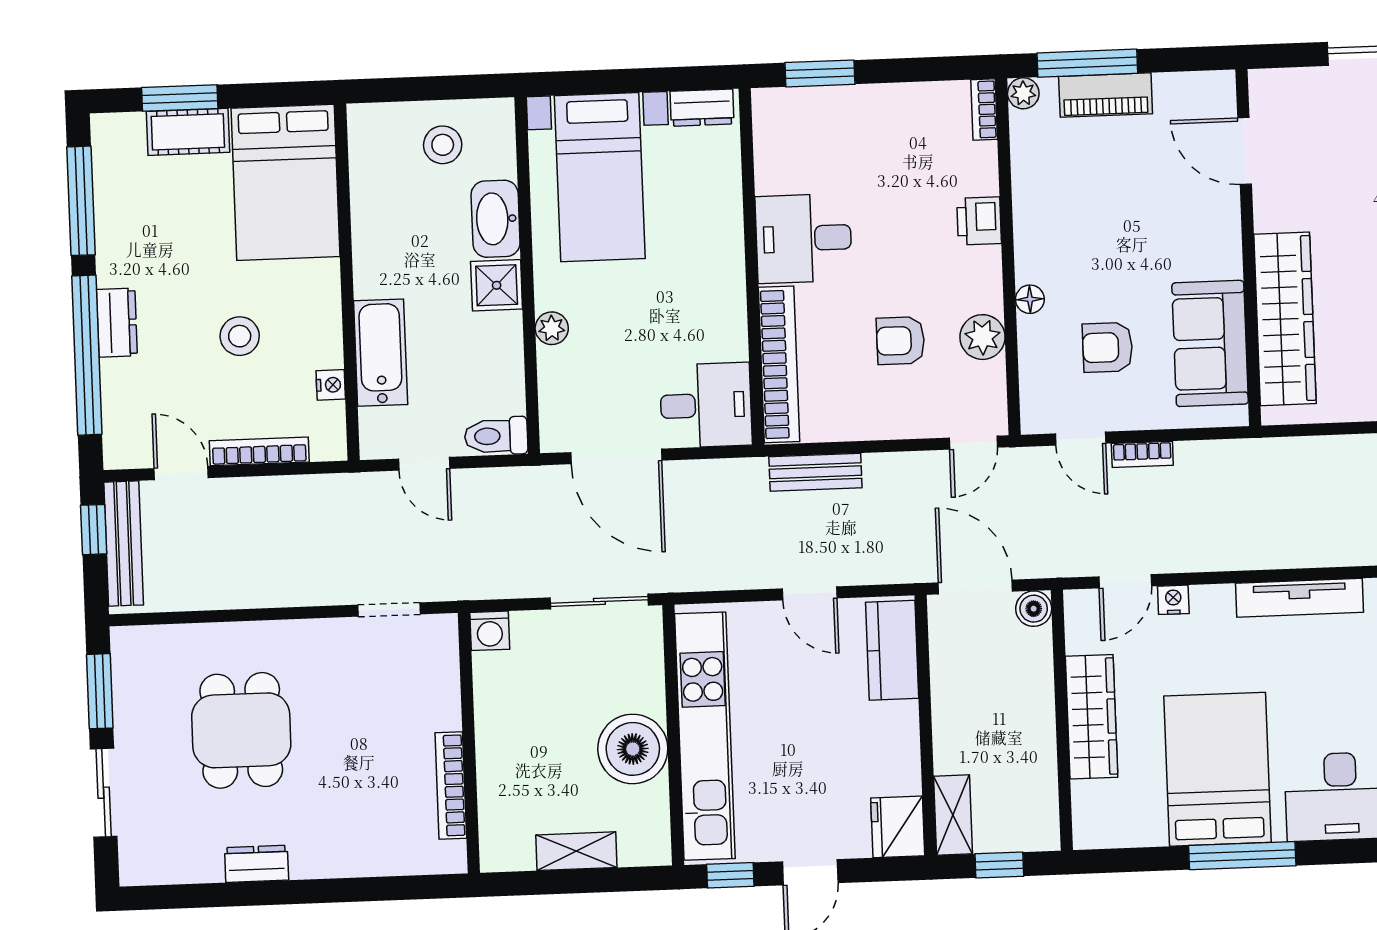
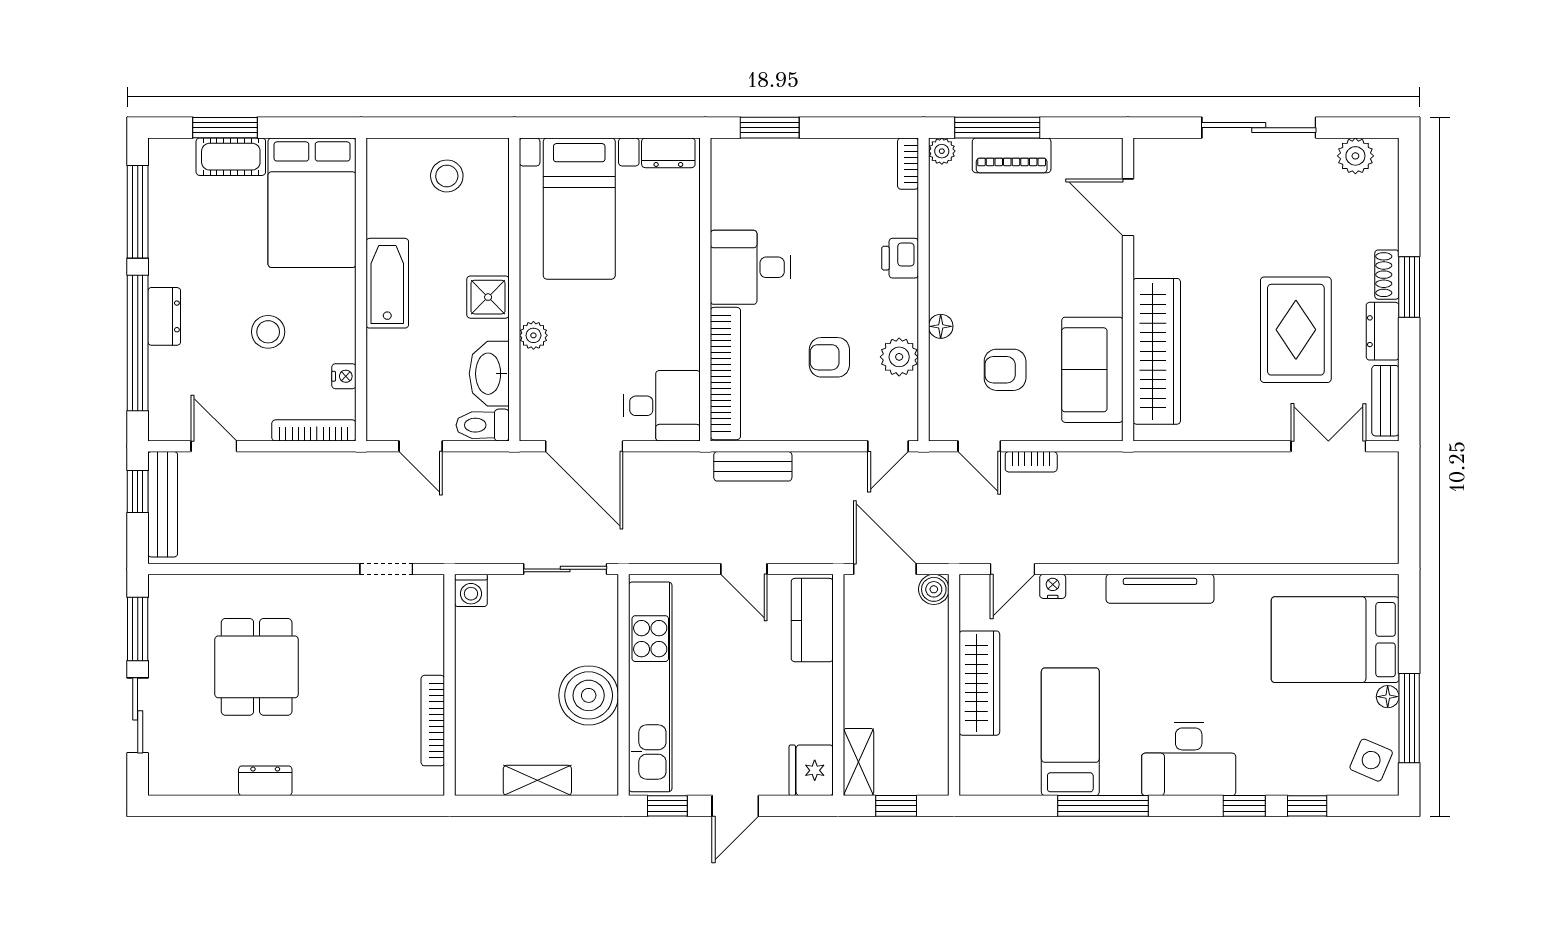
washbasin: (496, 219) -> (489, 374), moved
bathtub: (381, 353) -> (387, 283), moved
bookcase: (259, 451) -> (314, 430), moved
bed: (1217, 769) -> (1070, 732), width x0.67

